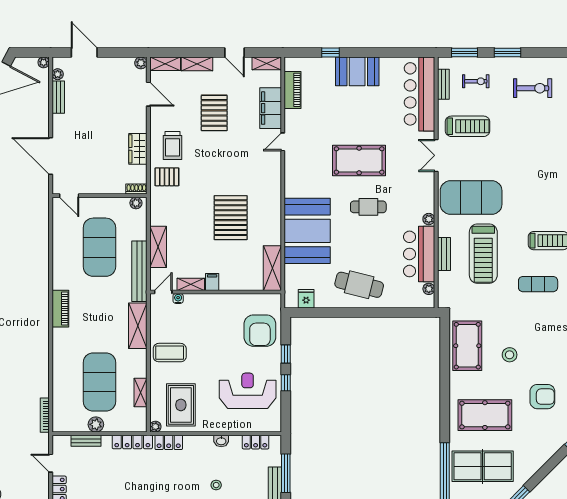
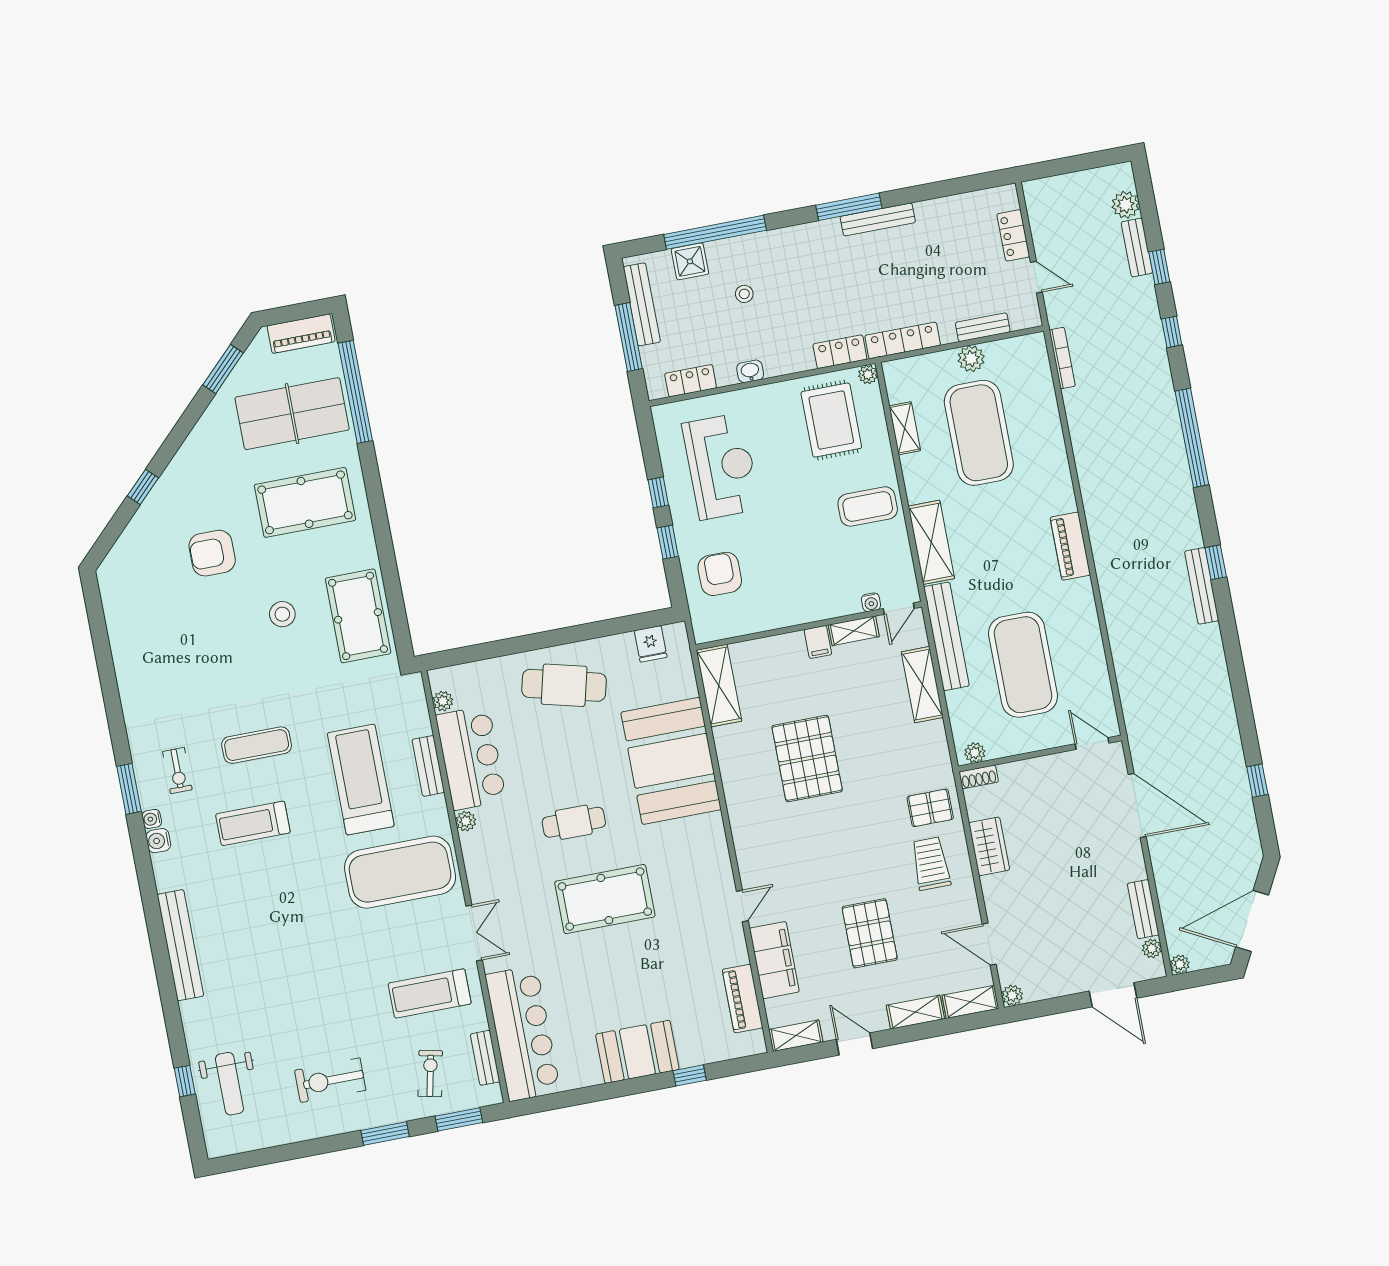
exercise bike: (476, 81) -> (430, 1074), turned 102
armchair: (260, 331) -> (720, 574), width x0.73, depth x0.73
reception desk: (248, 391) -> (721, 466), turned -90

